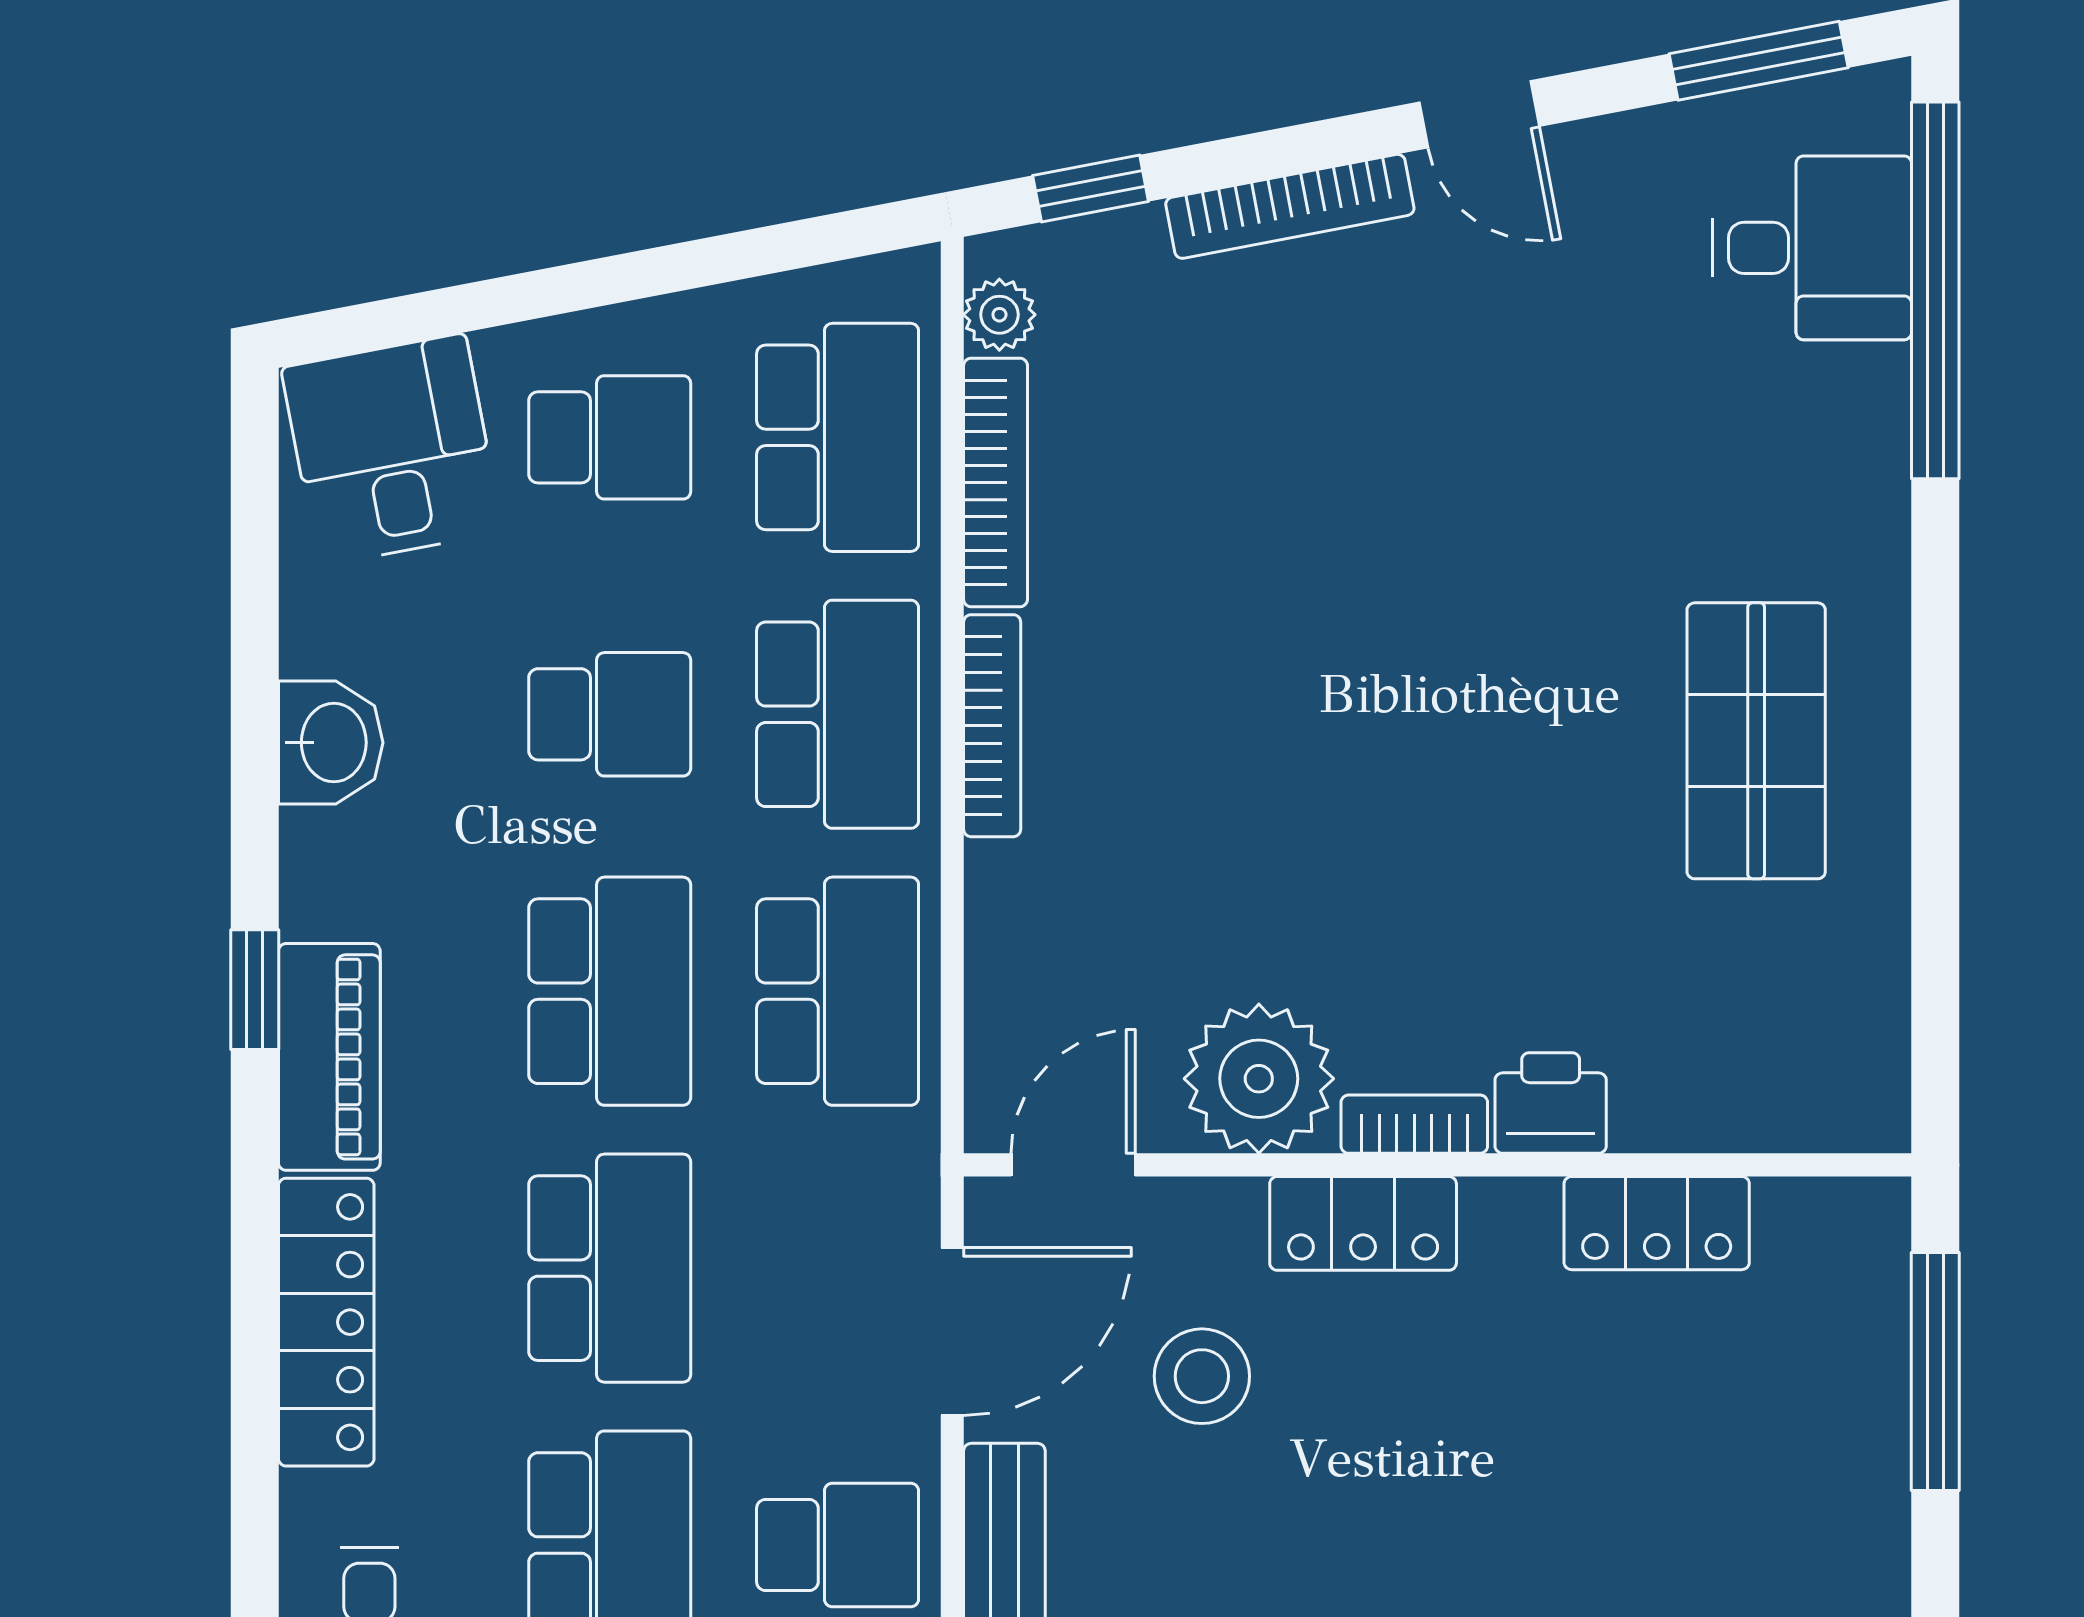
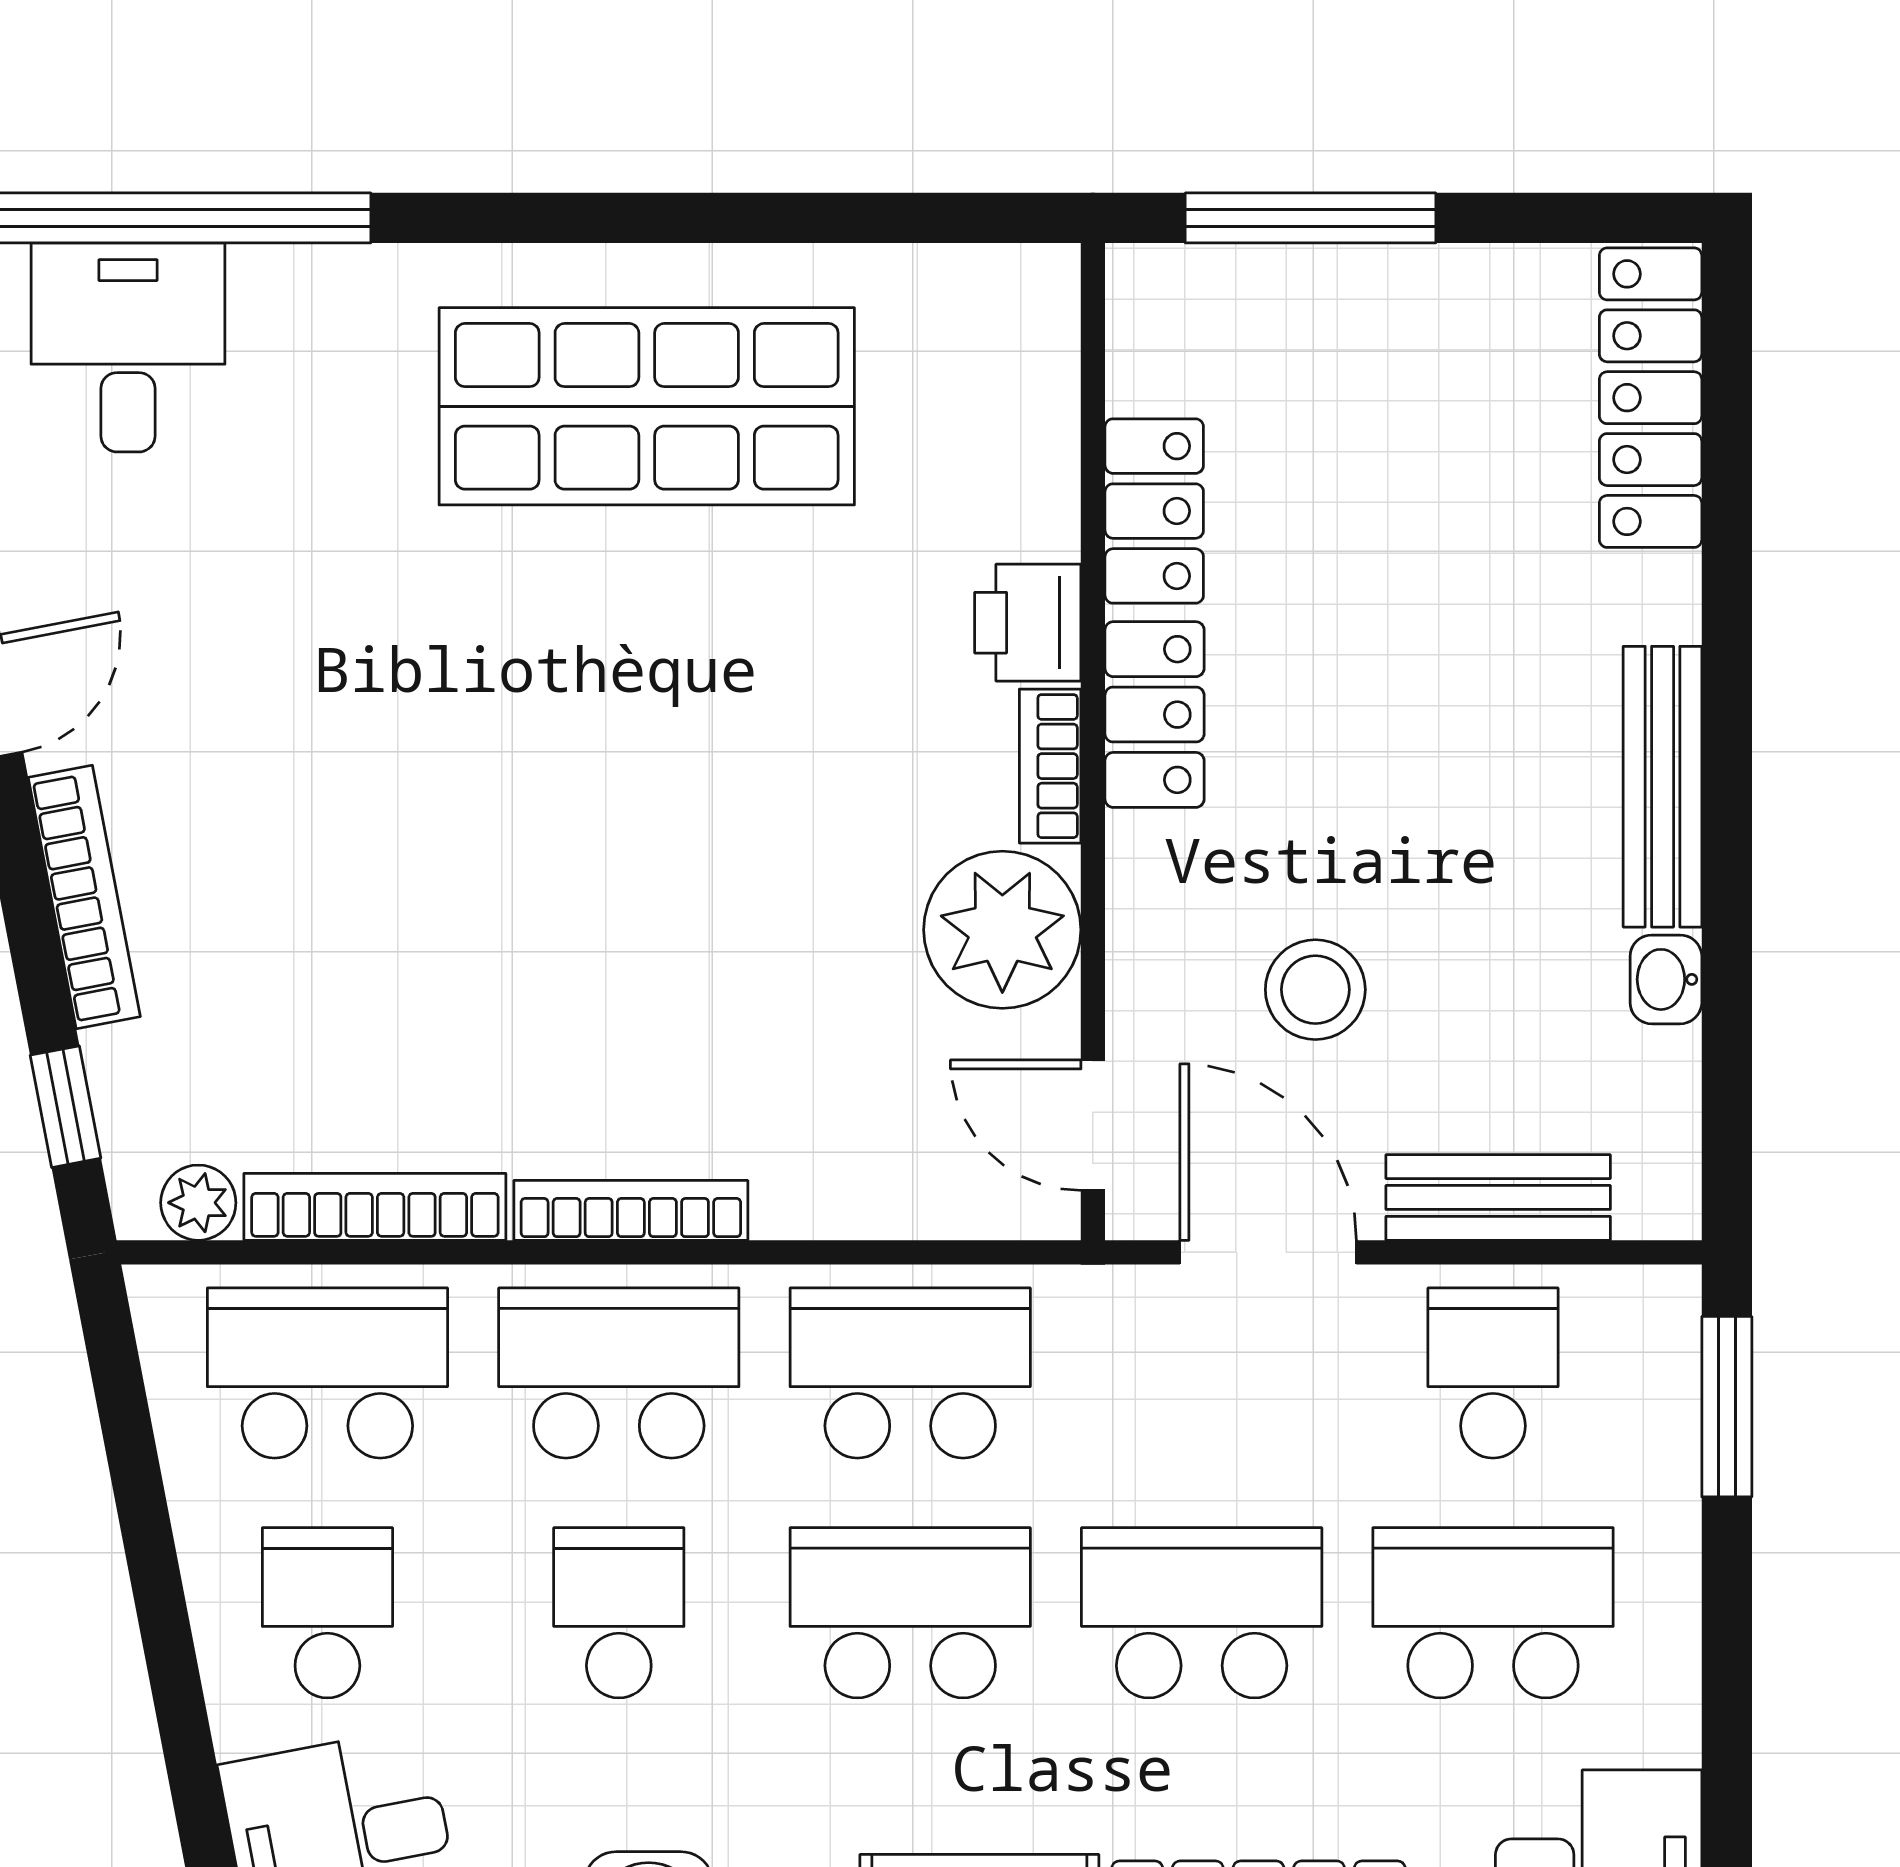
shop shelf: (1756, 741) -> (647, 406), width x1.43, depth x1.36
locker: (1363, 1223) -> (1155, 715), moved

